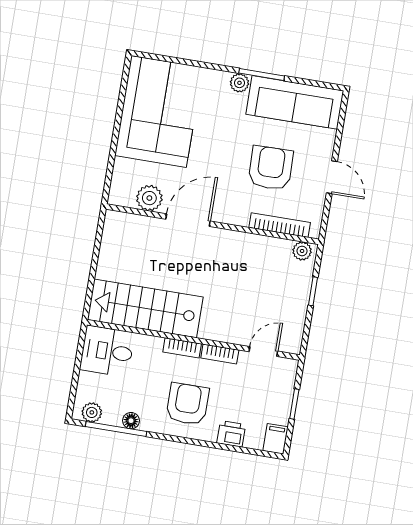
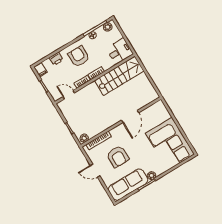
plant: (149, 198) -> (149, 113), removed
door: (263, 351) -> (69, 95), swing flipped
armchair: (187, 404) -> (79, 56), turned 180

